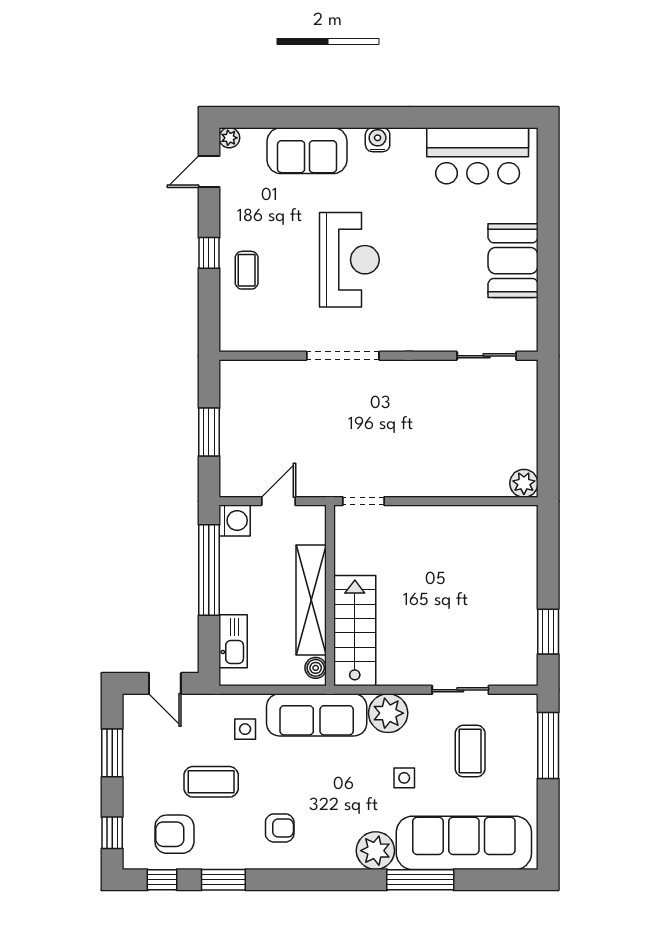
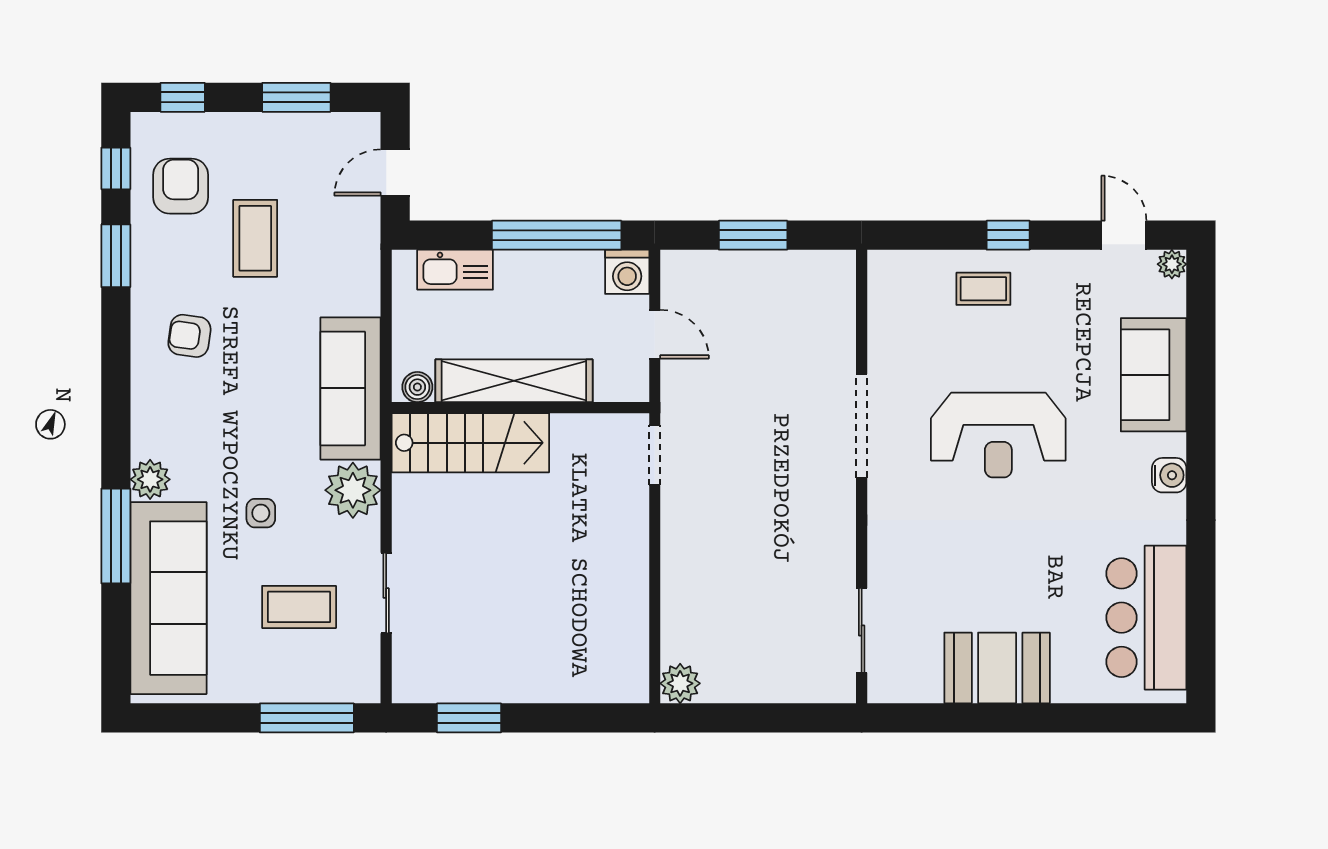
side table: (245, 729) -> (330, 287), removed
armchair: (280, 828) -> (189, 336), turned 98
plant: (375, 851) -> (150, 479), width x0.73, depth x0.73

